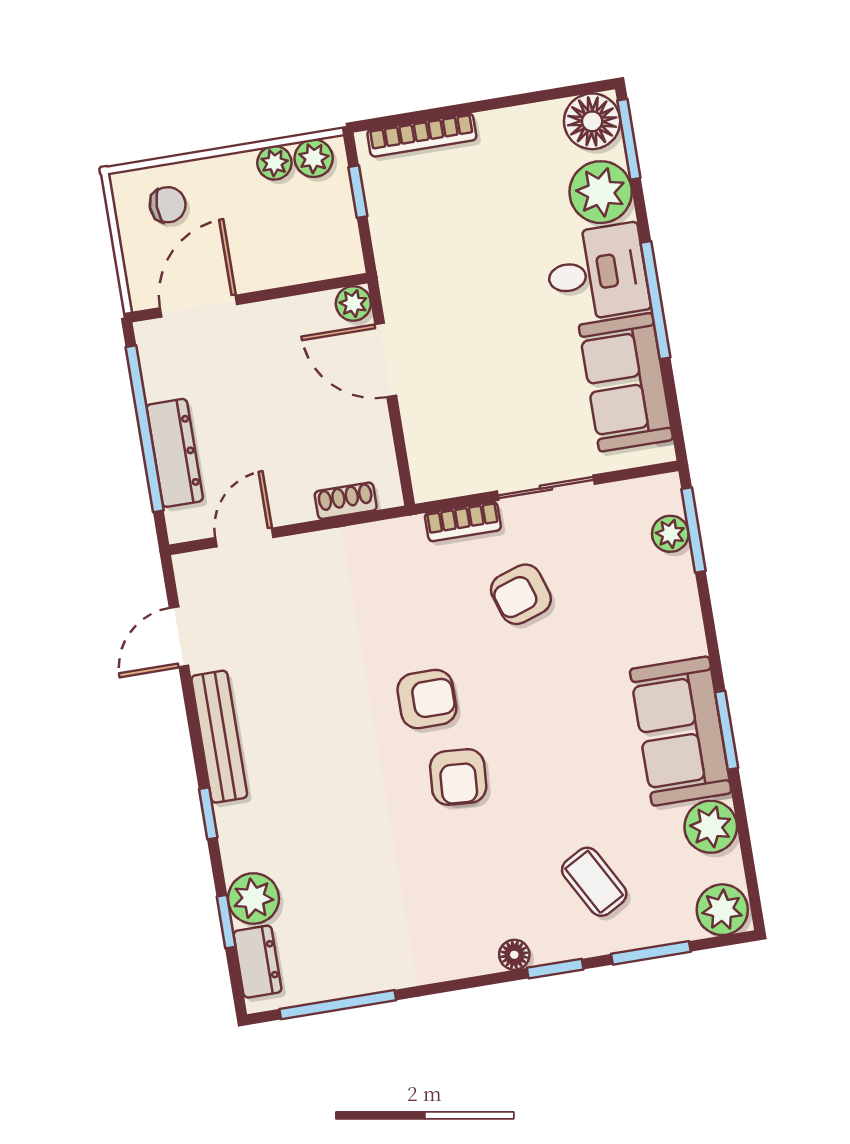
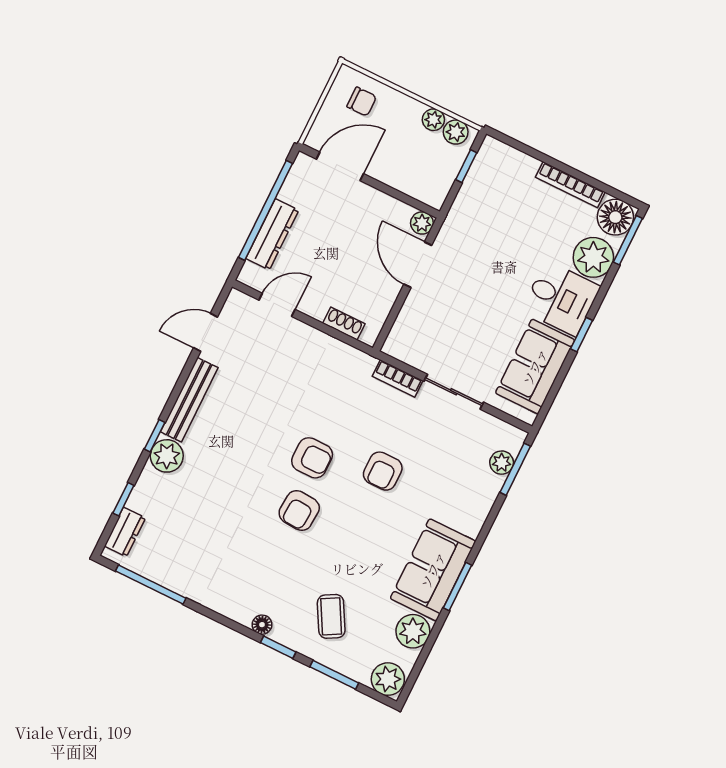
bookcase: (422, 135) -> (570, 185), moved
window: (655, 300) -> (581, 335), width x0.46
armchair: (521, 594) -> (383, 471), moved, turned -72
plant: (253, 898) -> (167, 456), moved

